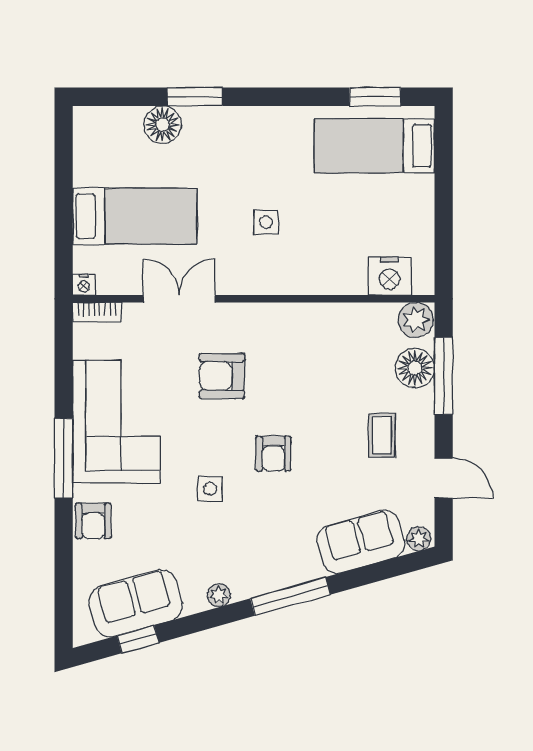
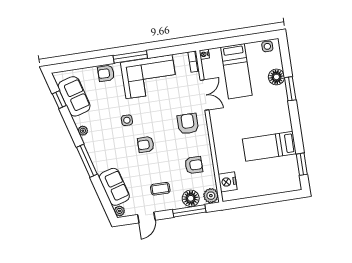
bed: (374, 146) -> (269, 146), moved, turned -90
side table: (266, 222) -> (267, 46), moved
armchair: (339, 349) -> (194, 165), added
armchair: (222, 376) -> (188, 124), moved

